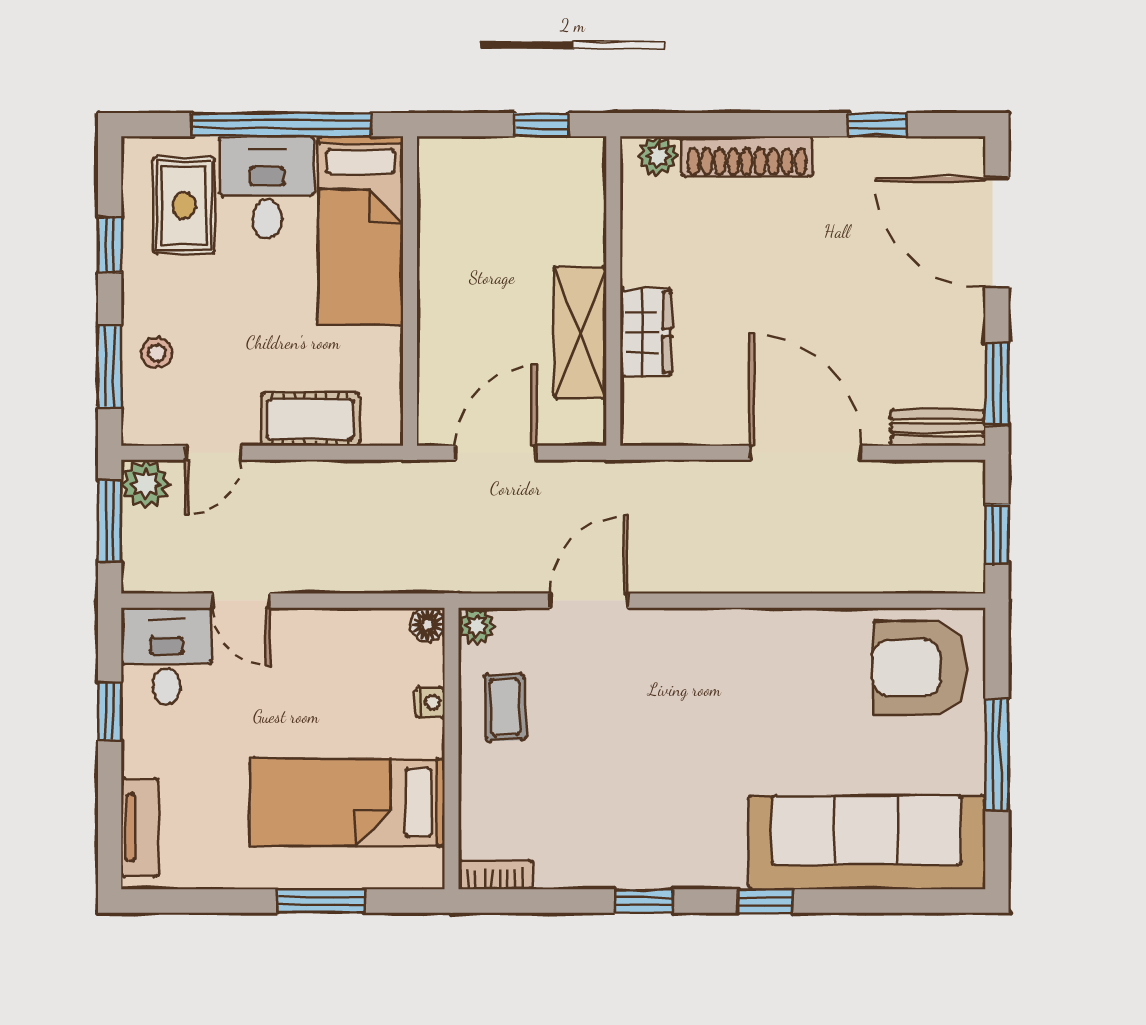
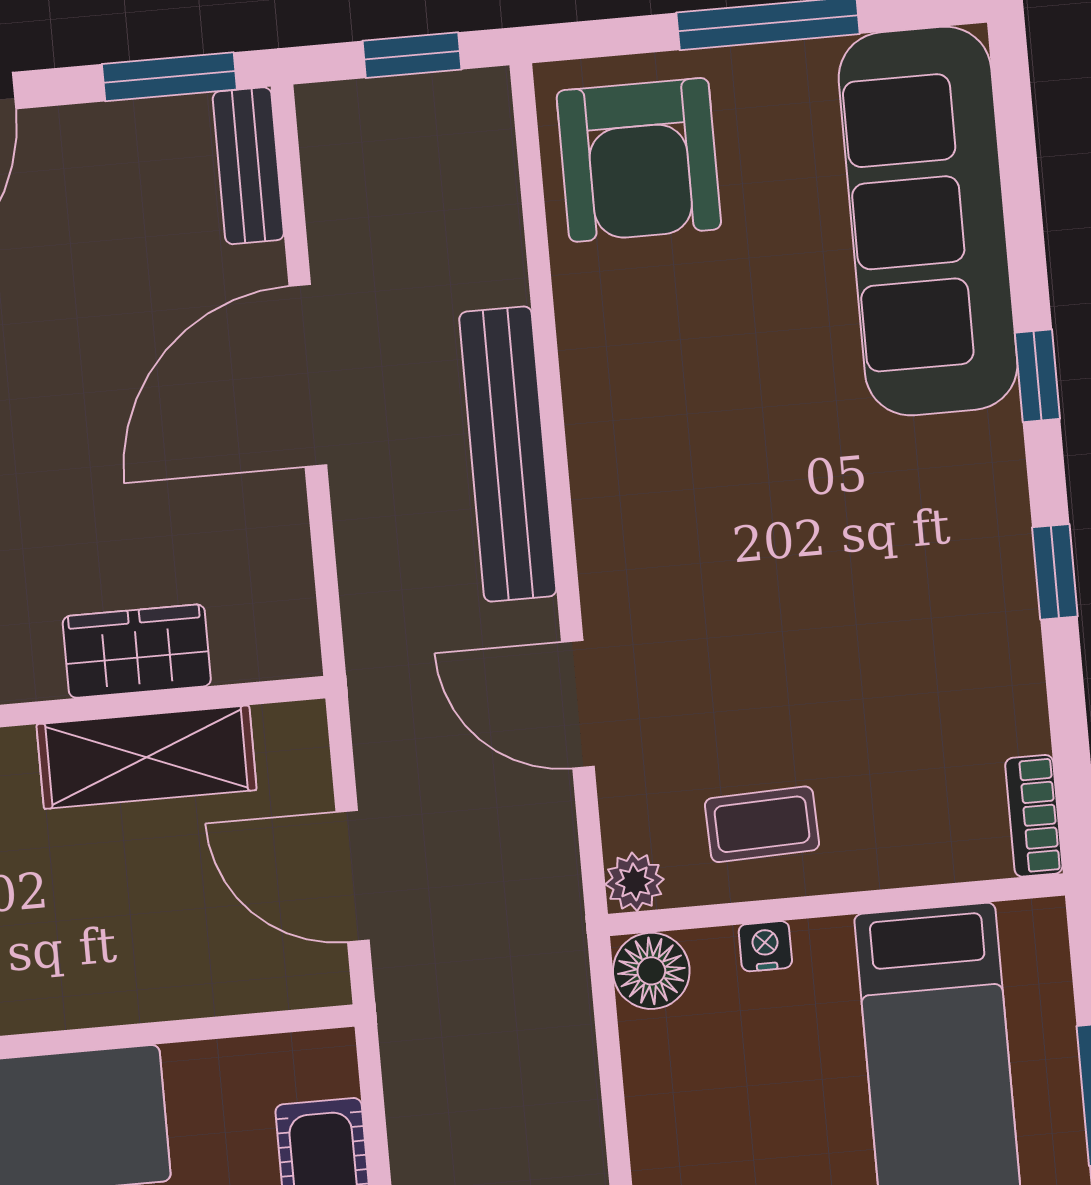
bench: (746, 571) -> (508, 454), added
floor lamp: (427, 625) -> (651, 971), width x1.37, depth x1.37

